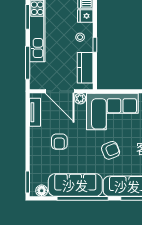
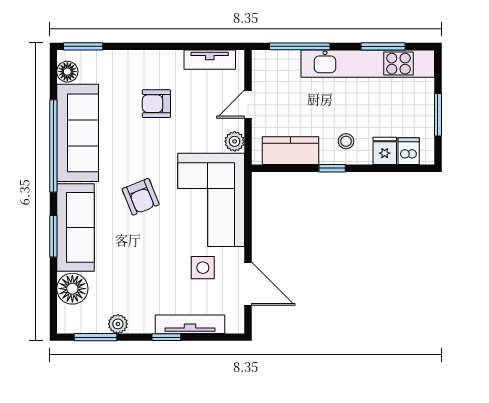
door: (60, 91) -> (248, 104), width x0.53

